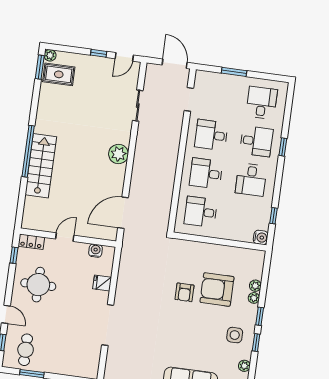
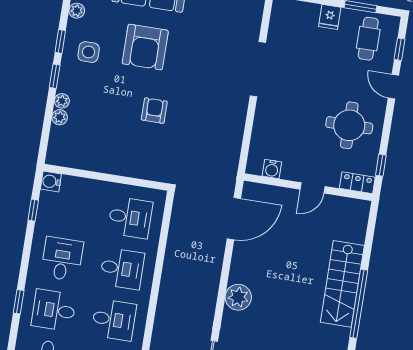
fridge: (102, 283) -> (330, 17), moved, turned 90
armchair: (217, 289) -> (145, 47), moved, turned 90

